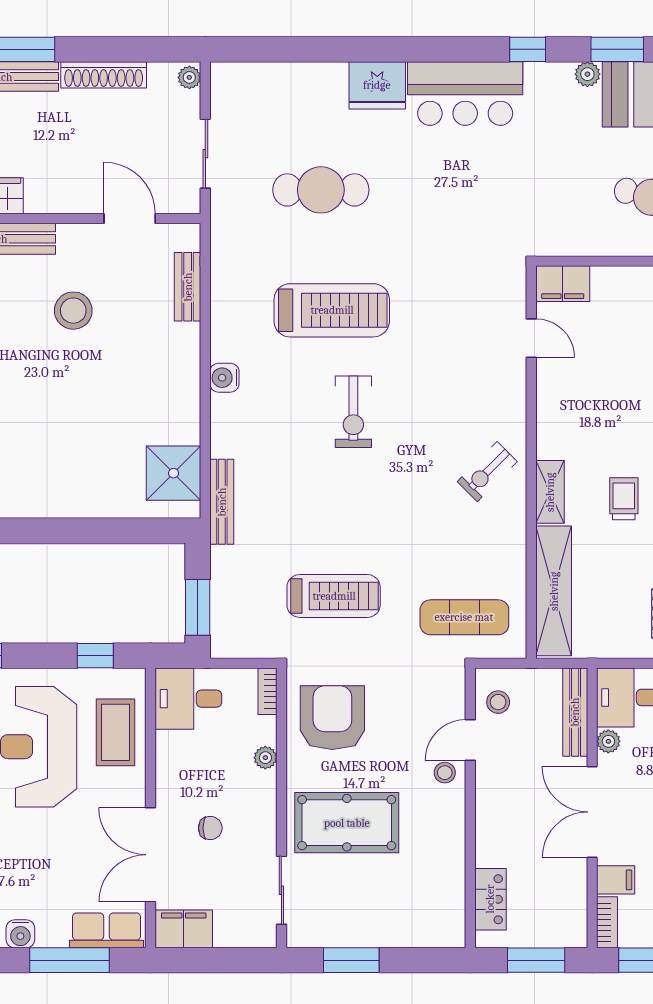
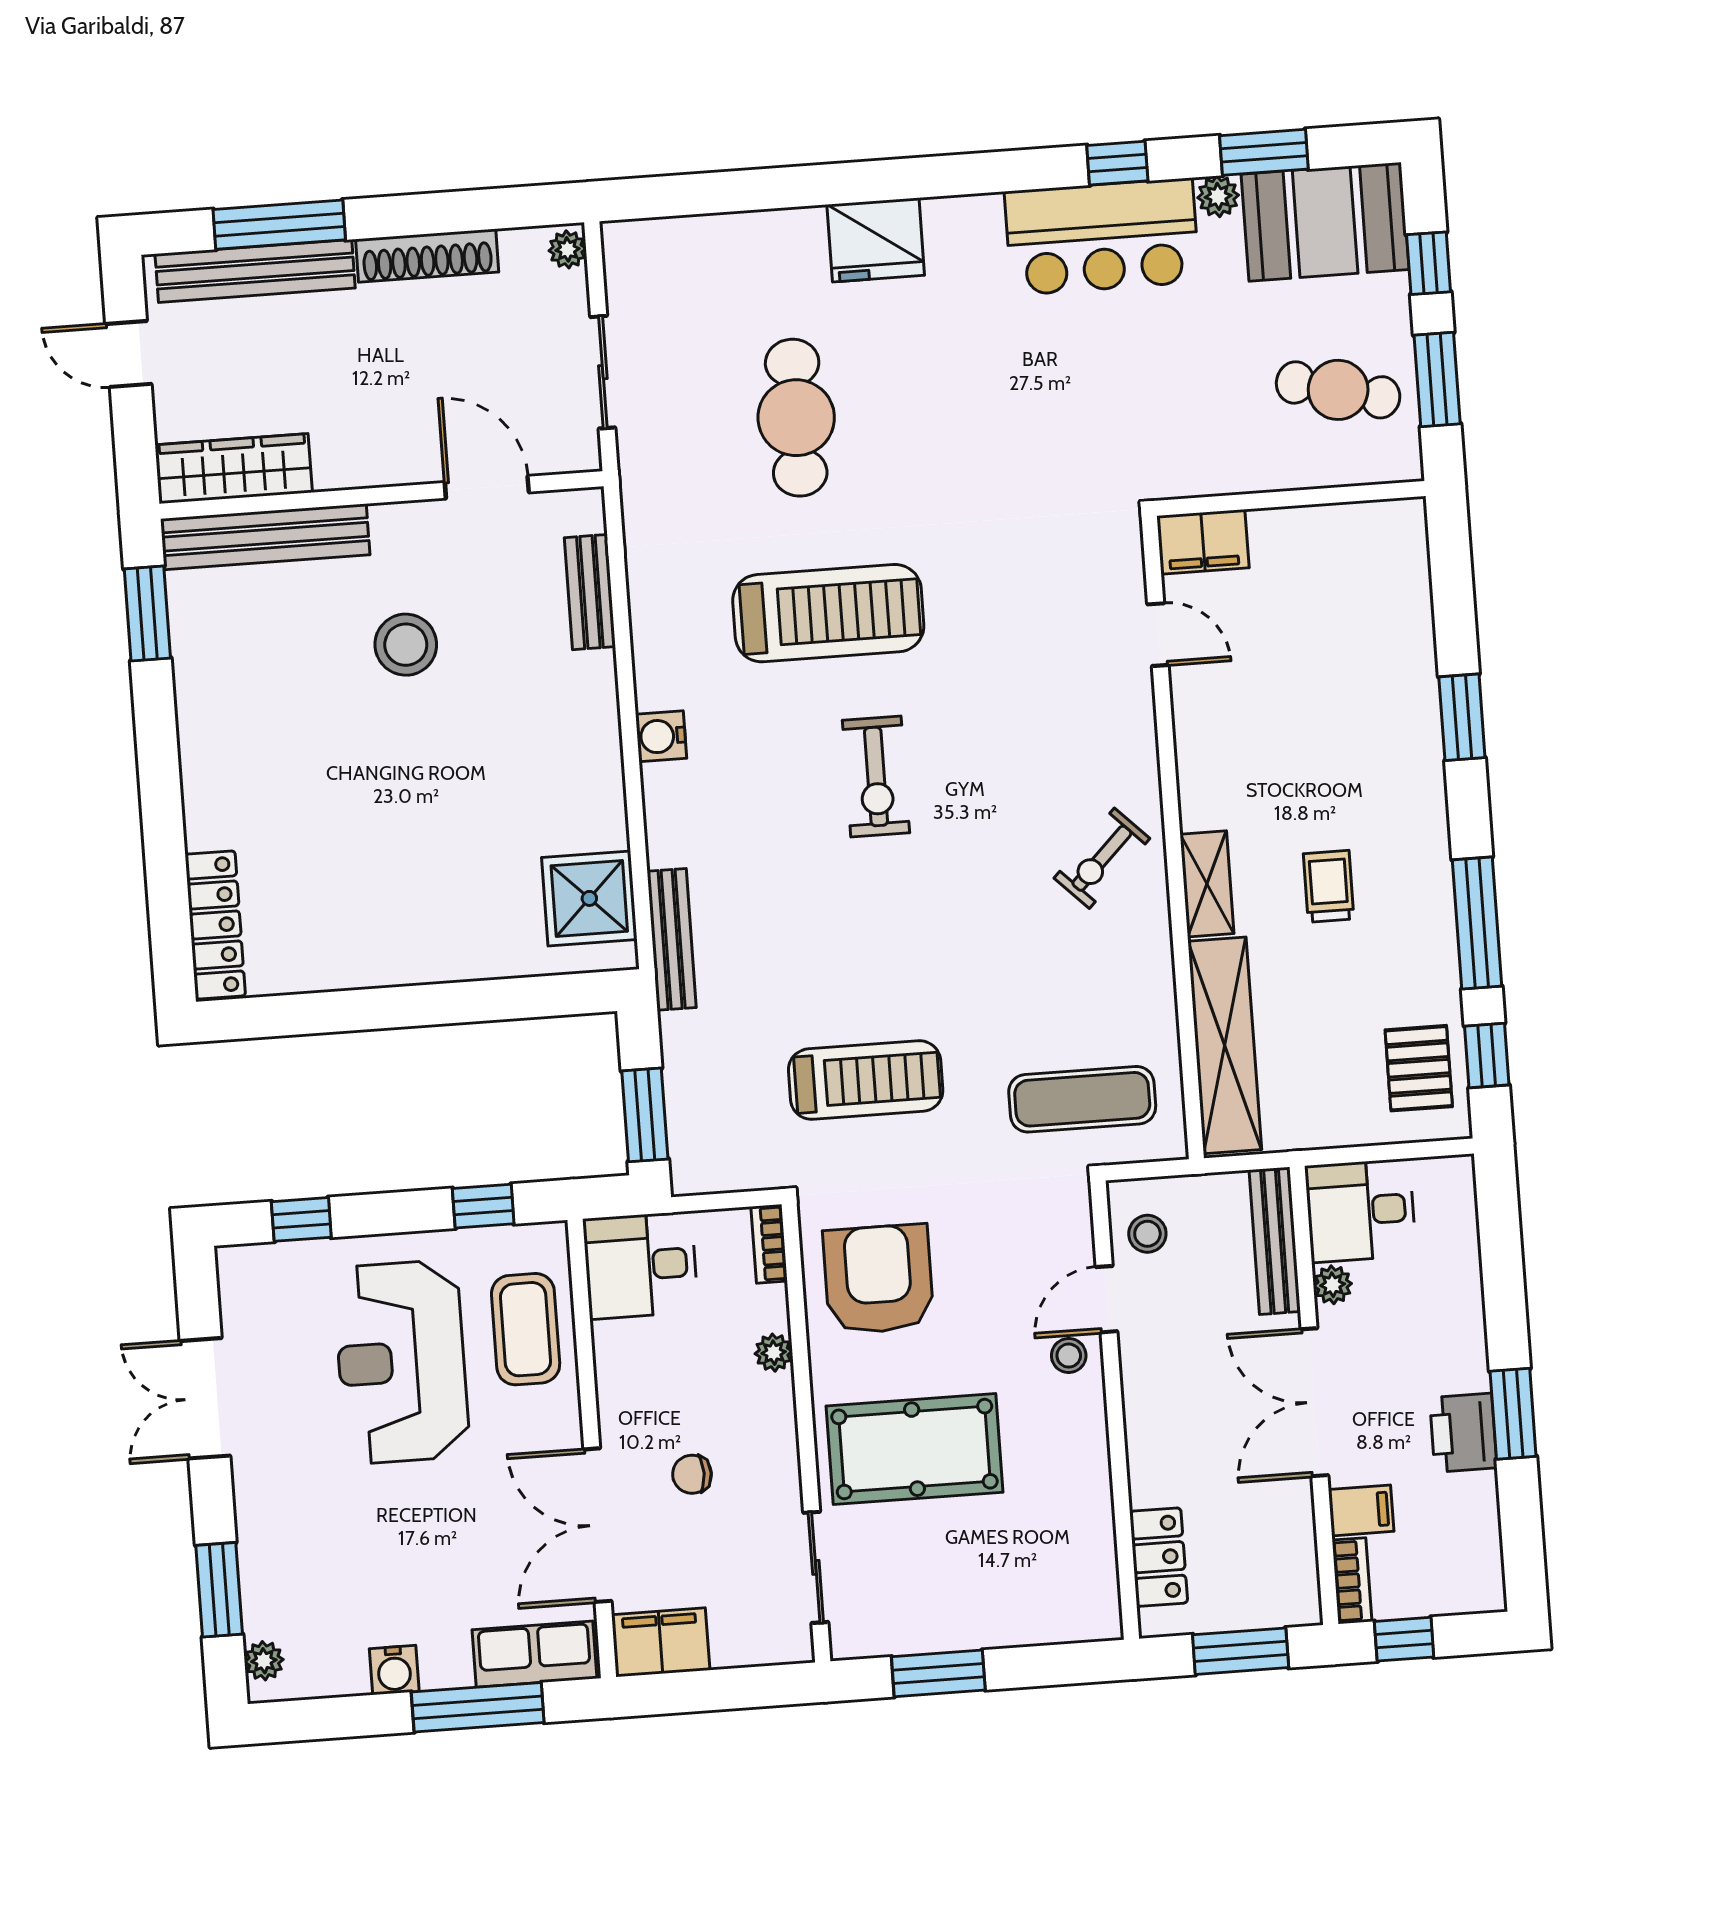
bar counter: (465, 93) -> (1102, 237), moved
cafe table: (321, 190) -> (796, 418), turned 90
chair: (210, 828) -> (692, 1474), turned 180

